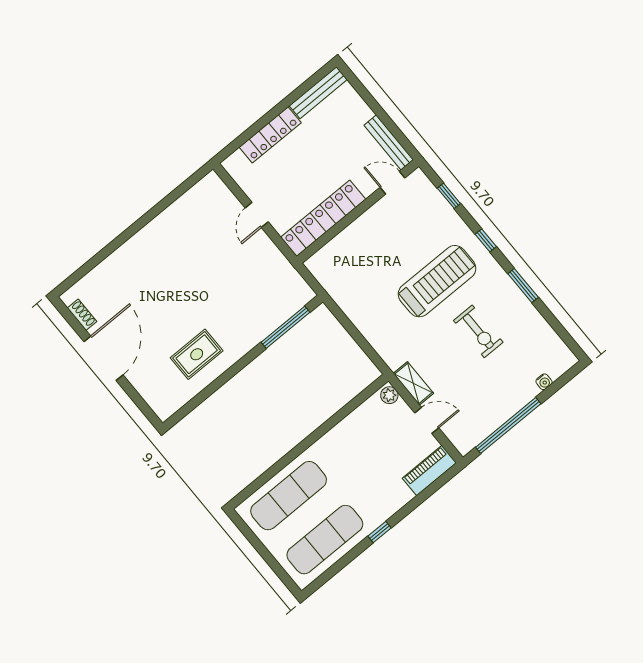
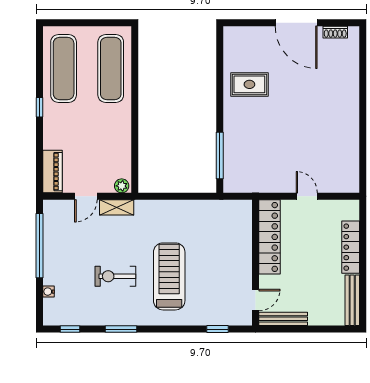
window: (486, 240) -> (70, 329), moved
treadmill: (437, 281) -> (169, 276), turned 180
rug: (197, 354) -> (249, 84), turned 90

